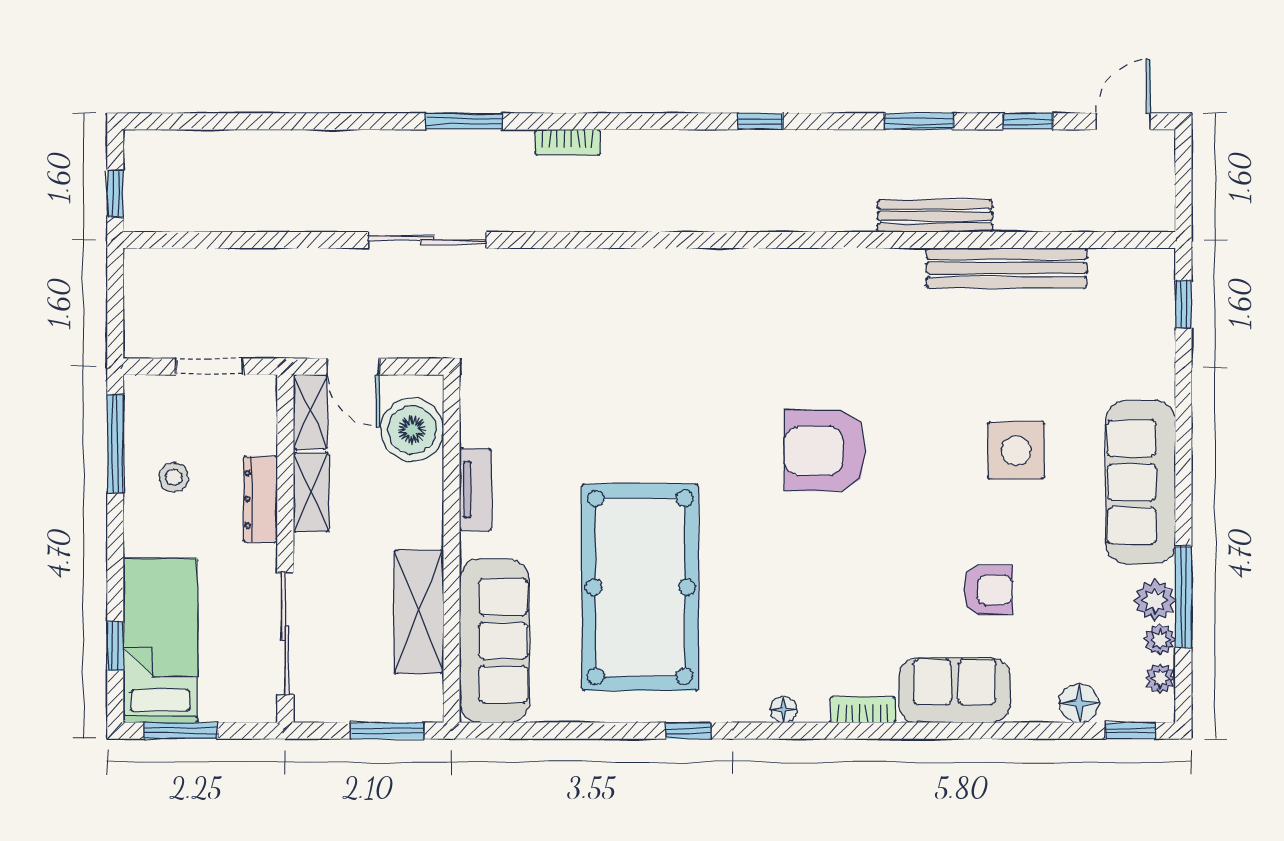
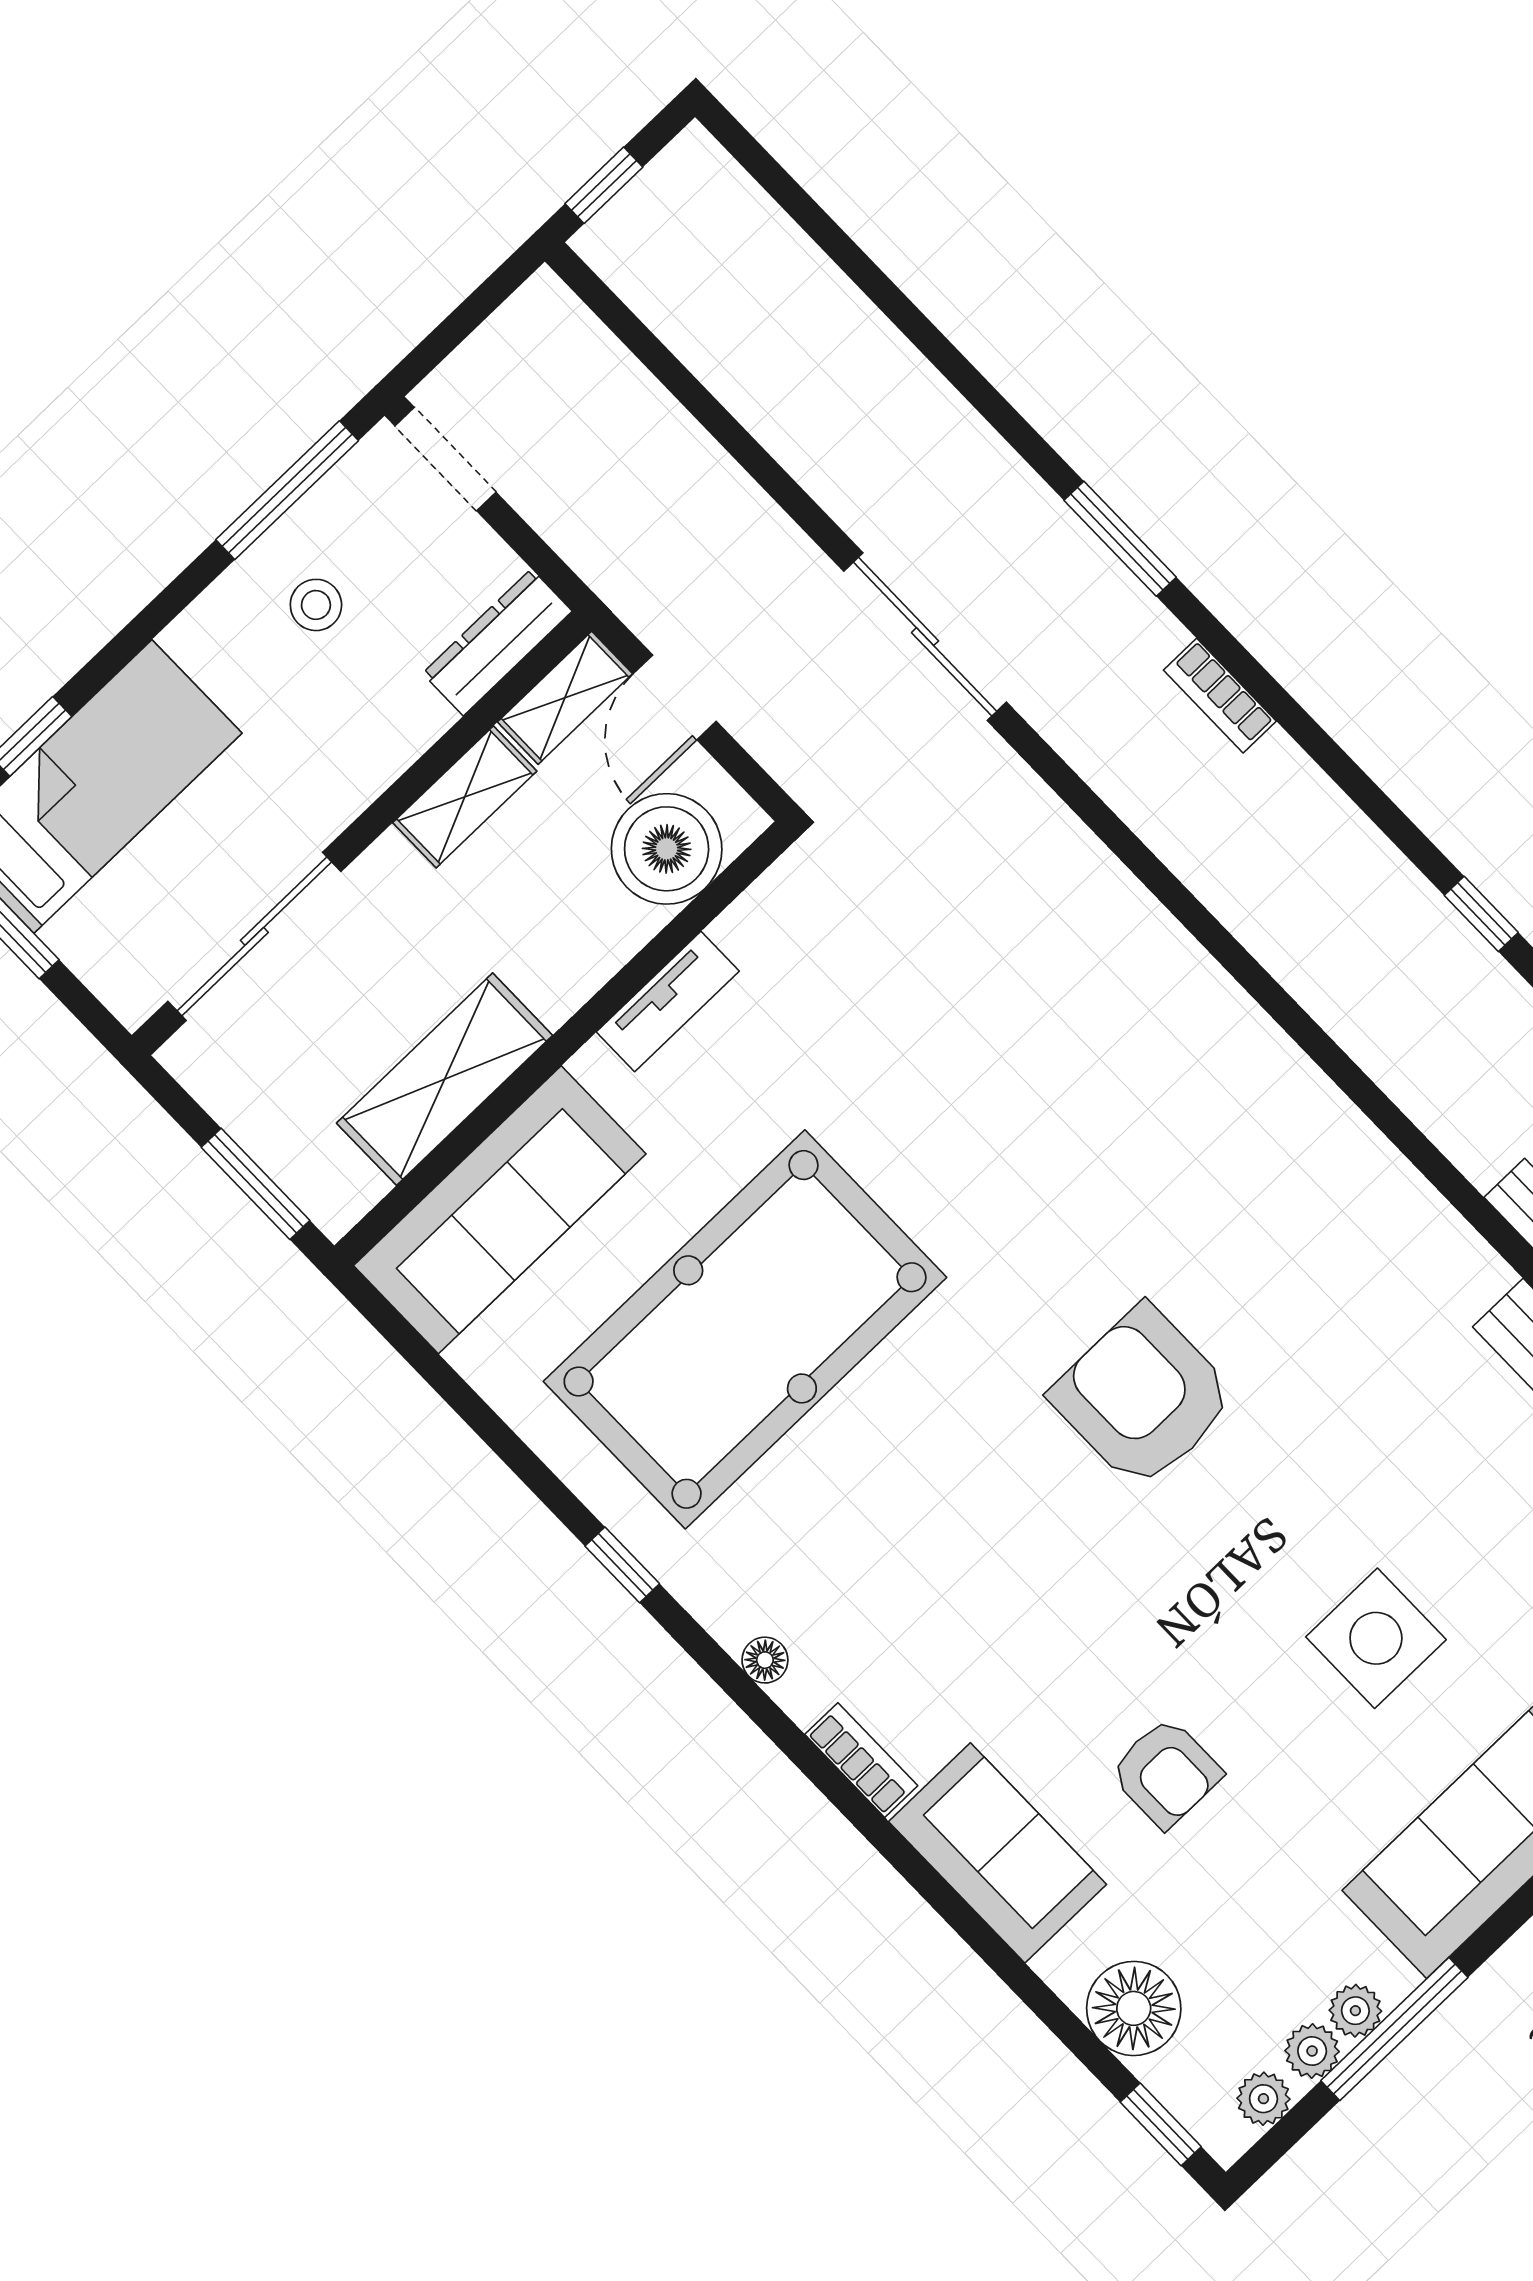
doorway: (210, 367) -> (445, 459), moved
dresser: (261, 499) -> (497, 642), moved
plant: (1155, 600) -> (1355, 2011), width x0.73, depth x0.73
floor lamp: (1079, 703) -> (1134, 2008), width x1.38, depth x1.38

